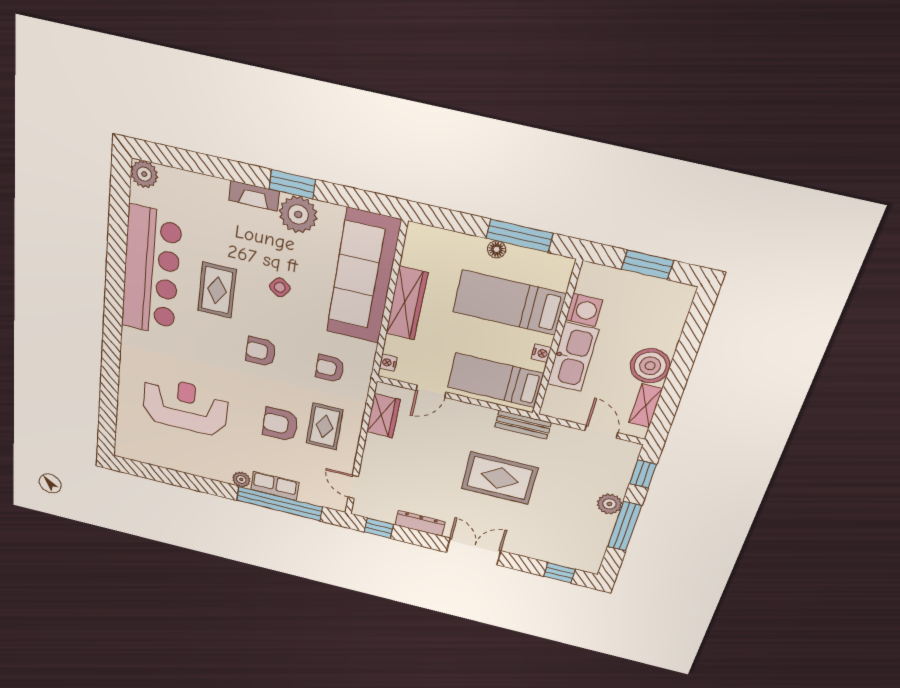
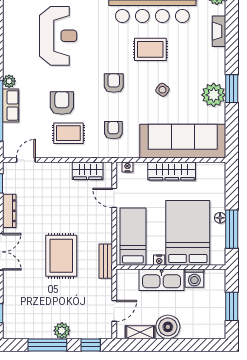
fireplace: (254, 196) -> (219, 31), moved
bed: (509, 303) -> (188, 233), width x1.50

